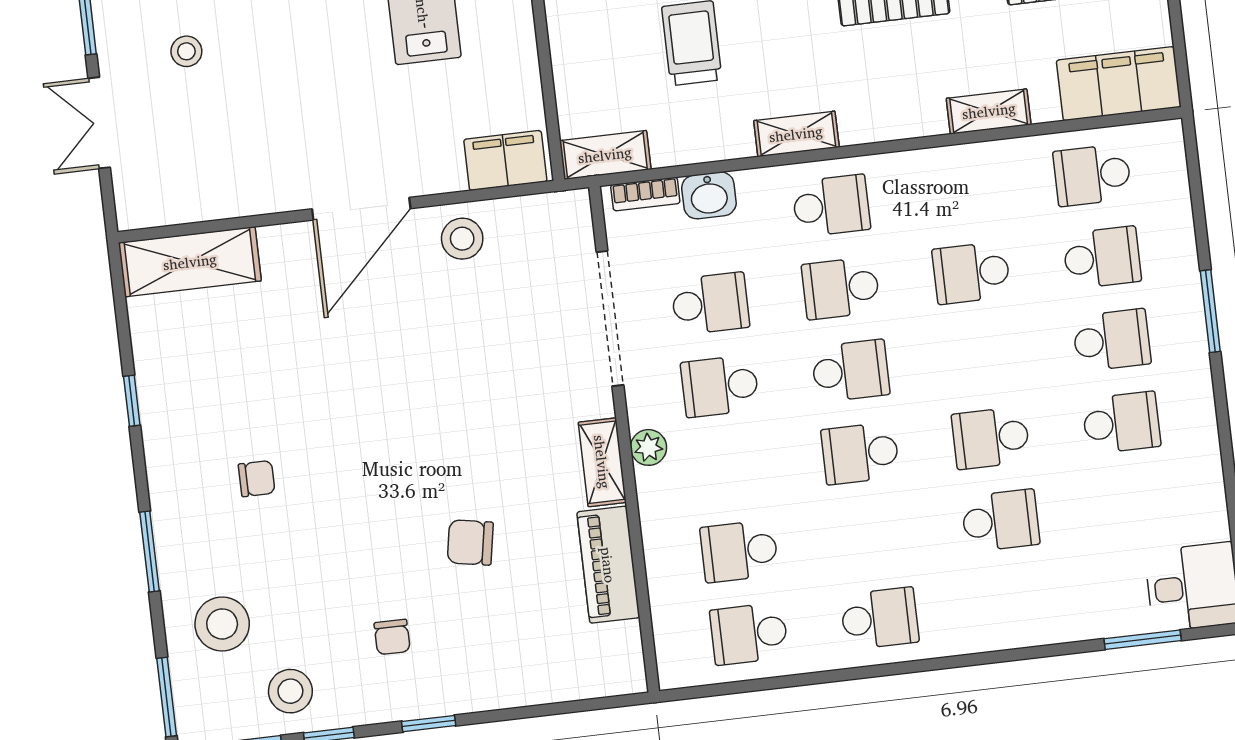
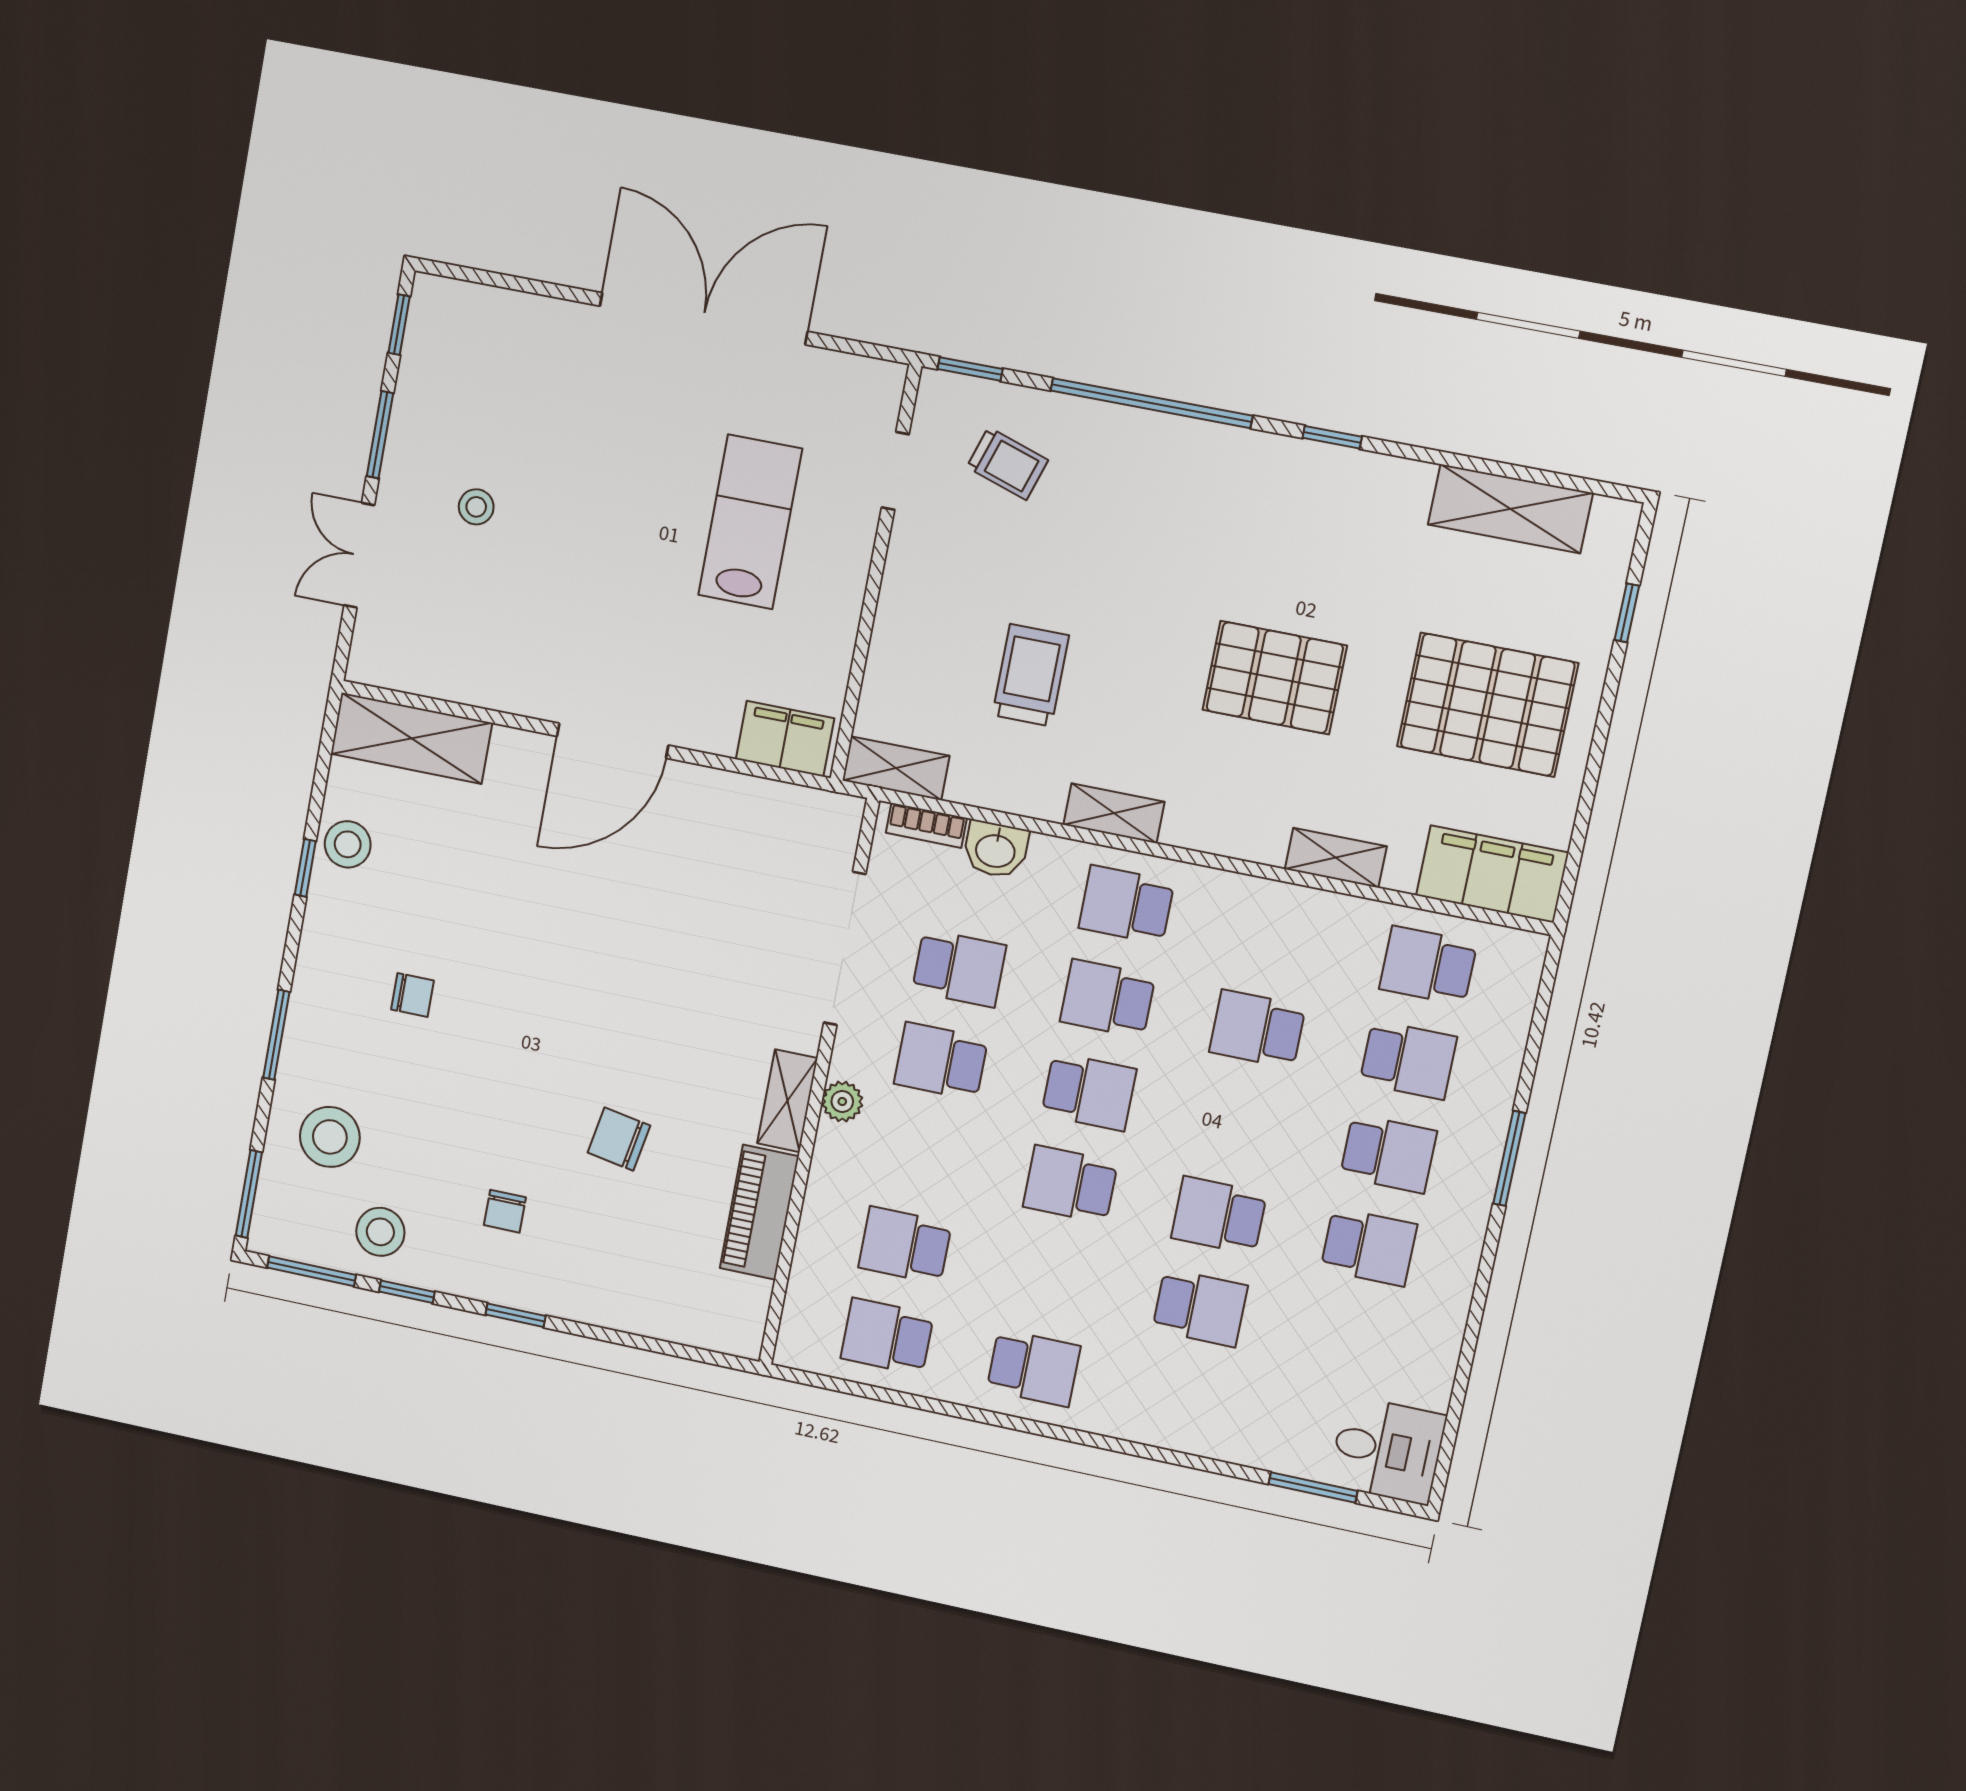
school desk: (831, 206) -> (1126, 905), turned 180
stool: (462, 239) -> (348, 844), moved

